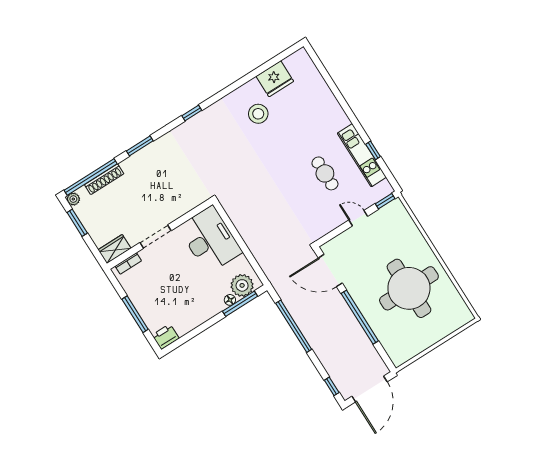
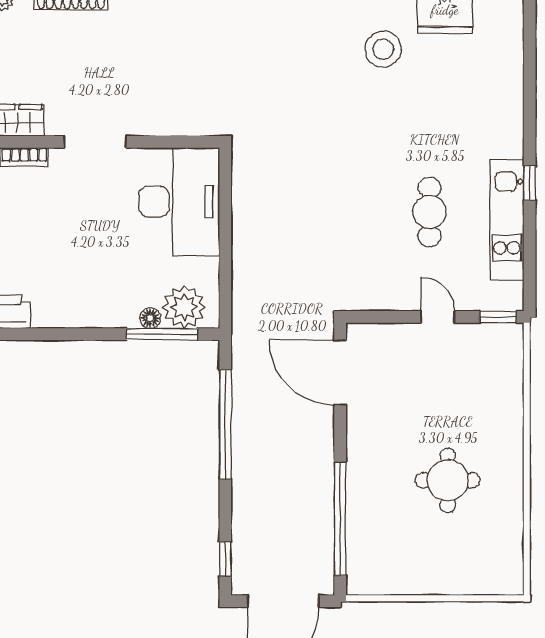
window: (373, 150) -> (530, 183), moved
round table: (409, 288) -> (448, 480), width x0.54, depth x0.54
window: (360, 317) -> (340, 519), moved

